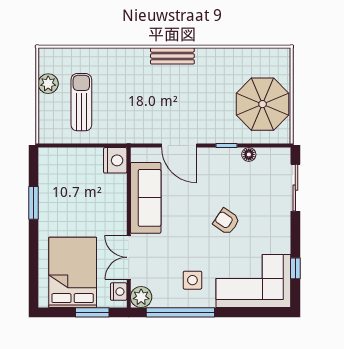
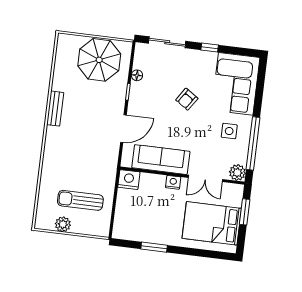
bench: (172, 56) -> (55, 109), moved
window: (295, 268) -> (210, 48), moved
nightstand: (119, 292) -> (173, 182), moved

